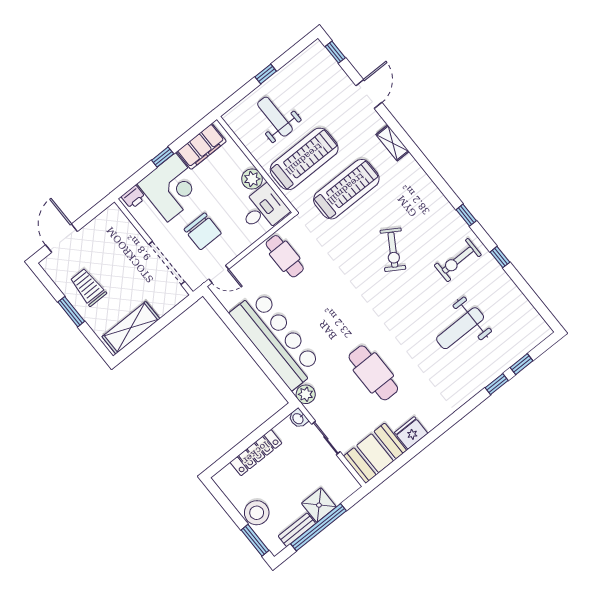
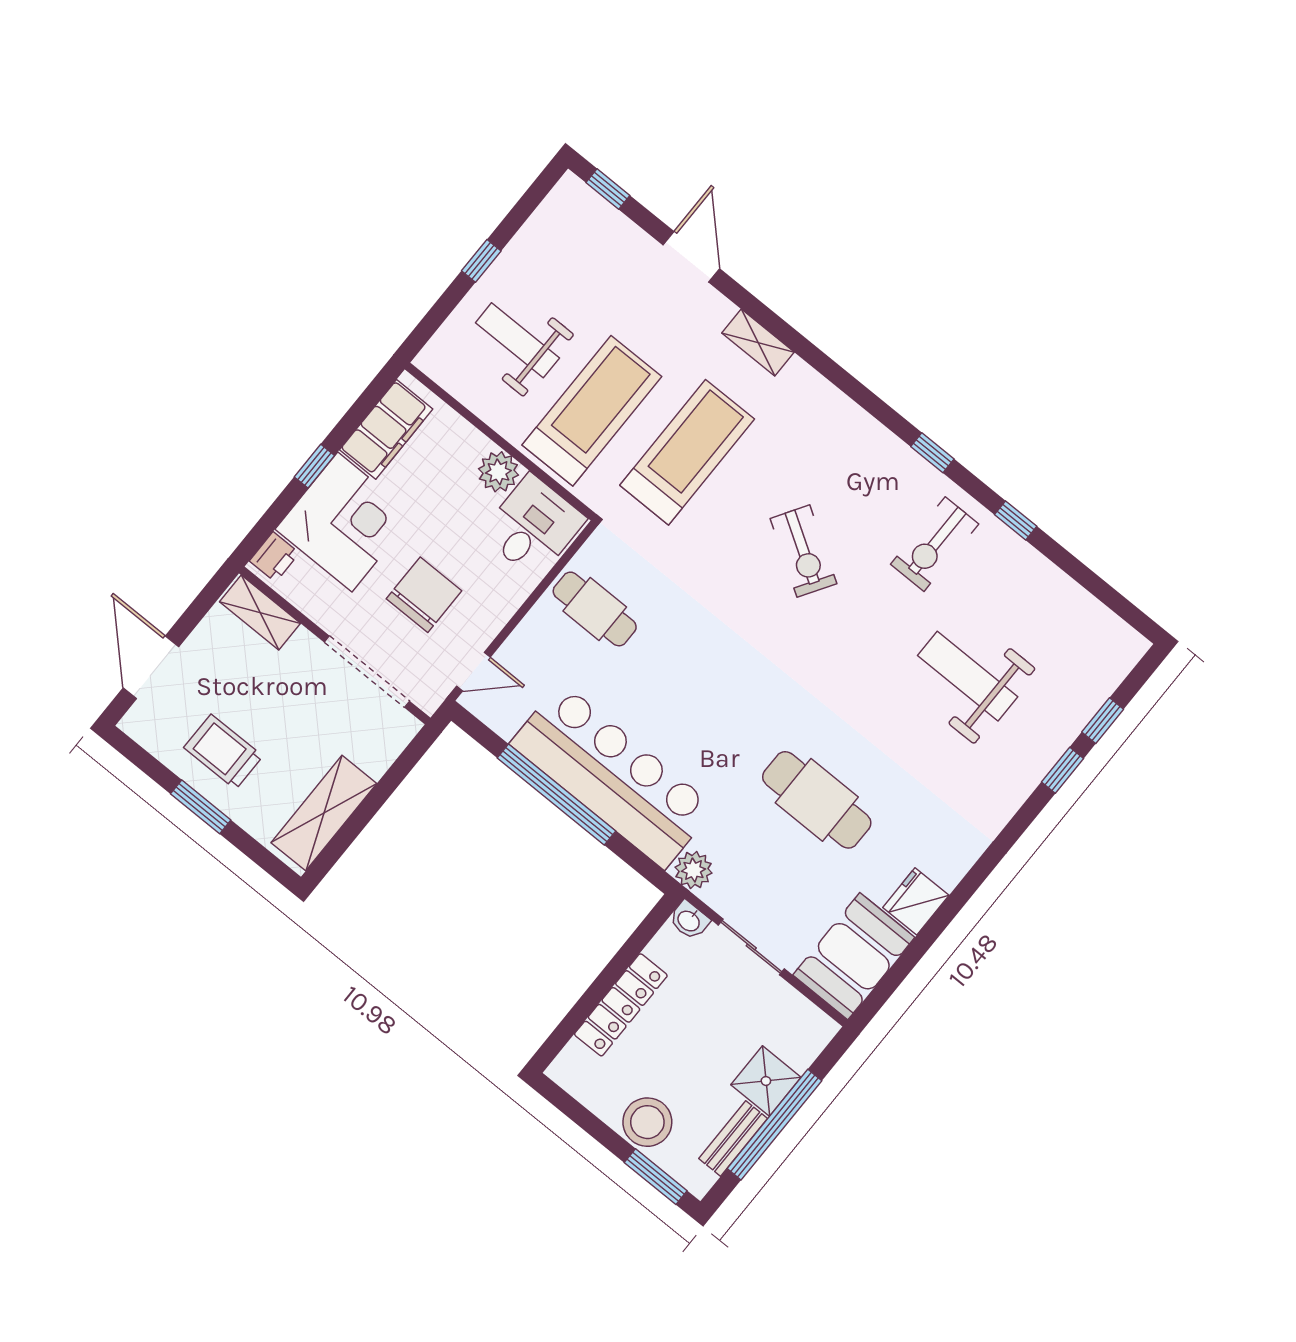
shelving: (121, 223) -> (260, 613), added
chair: (203, 231) -> (424, 595), turned -90
weight bench: (460, 328) -> (968, 676), turned 90
window: (247, 343) -> (556, 795), added

